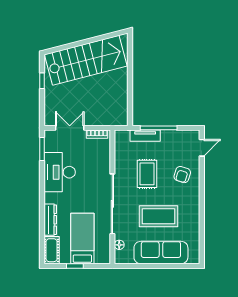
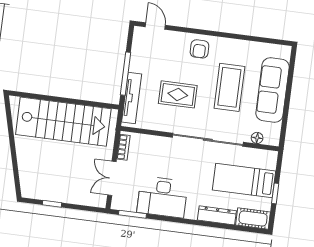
stairs: (86, 60) -> (63, 122), moved, turned 105
tv unit: (145, 136) -> (132, 98), width x1.41
armchair: (182, 175) -> (199, 49), moved, turned 72

